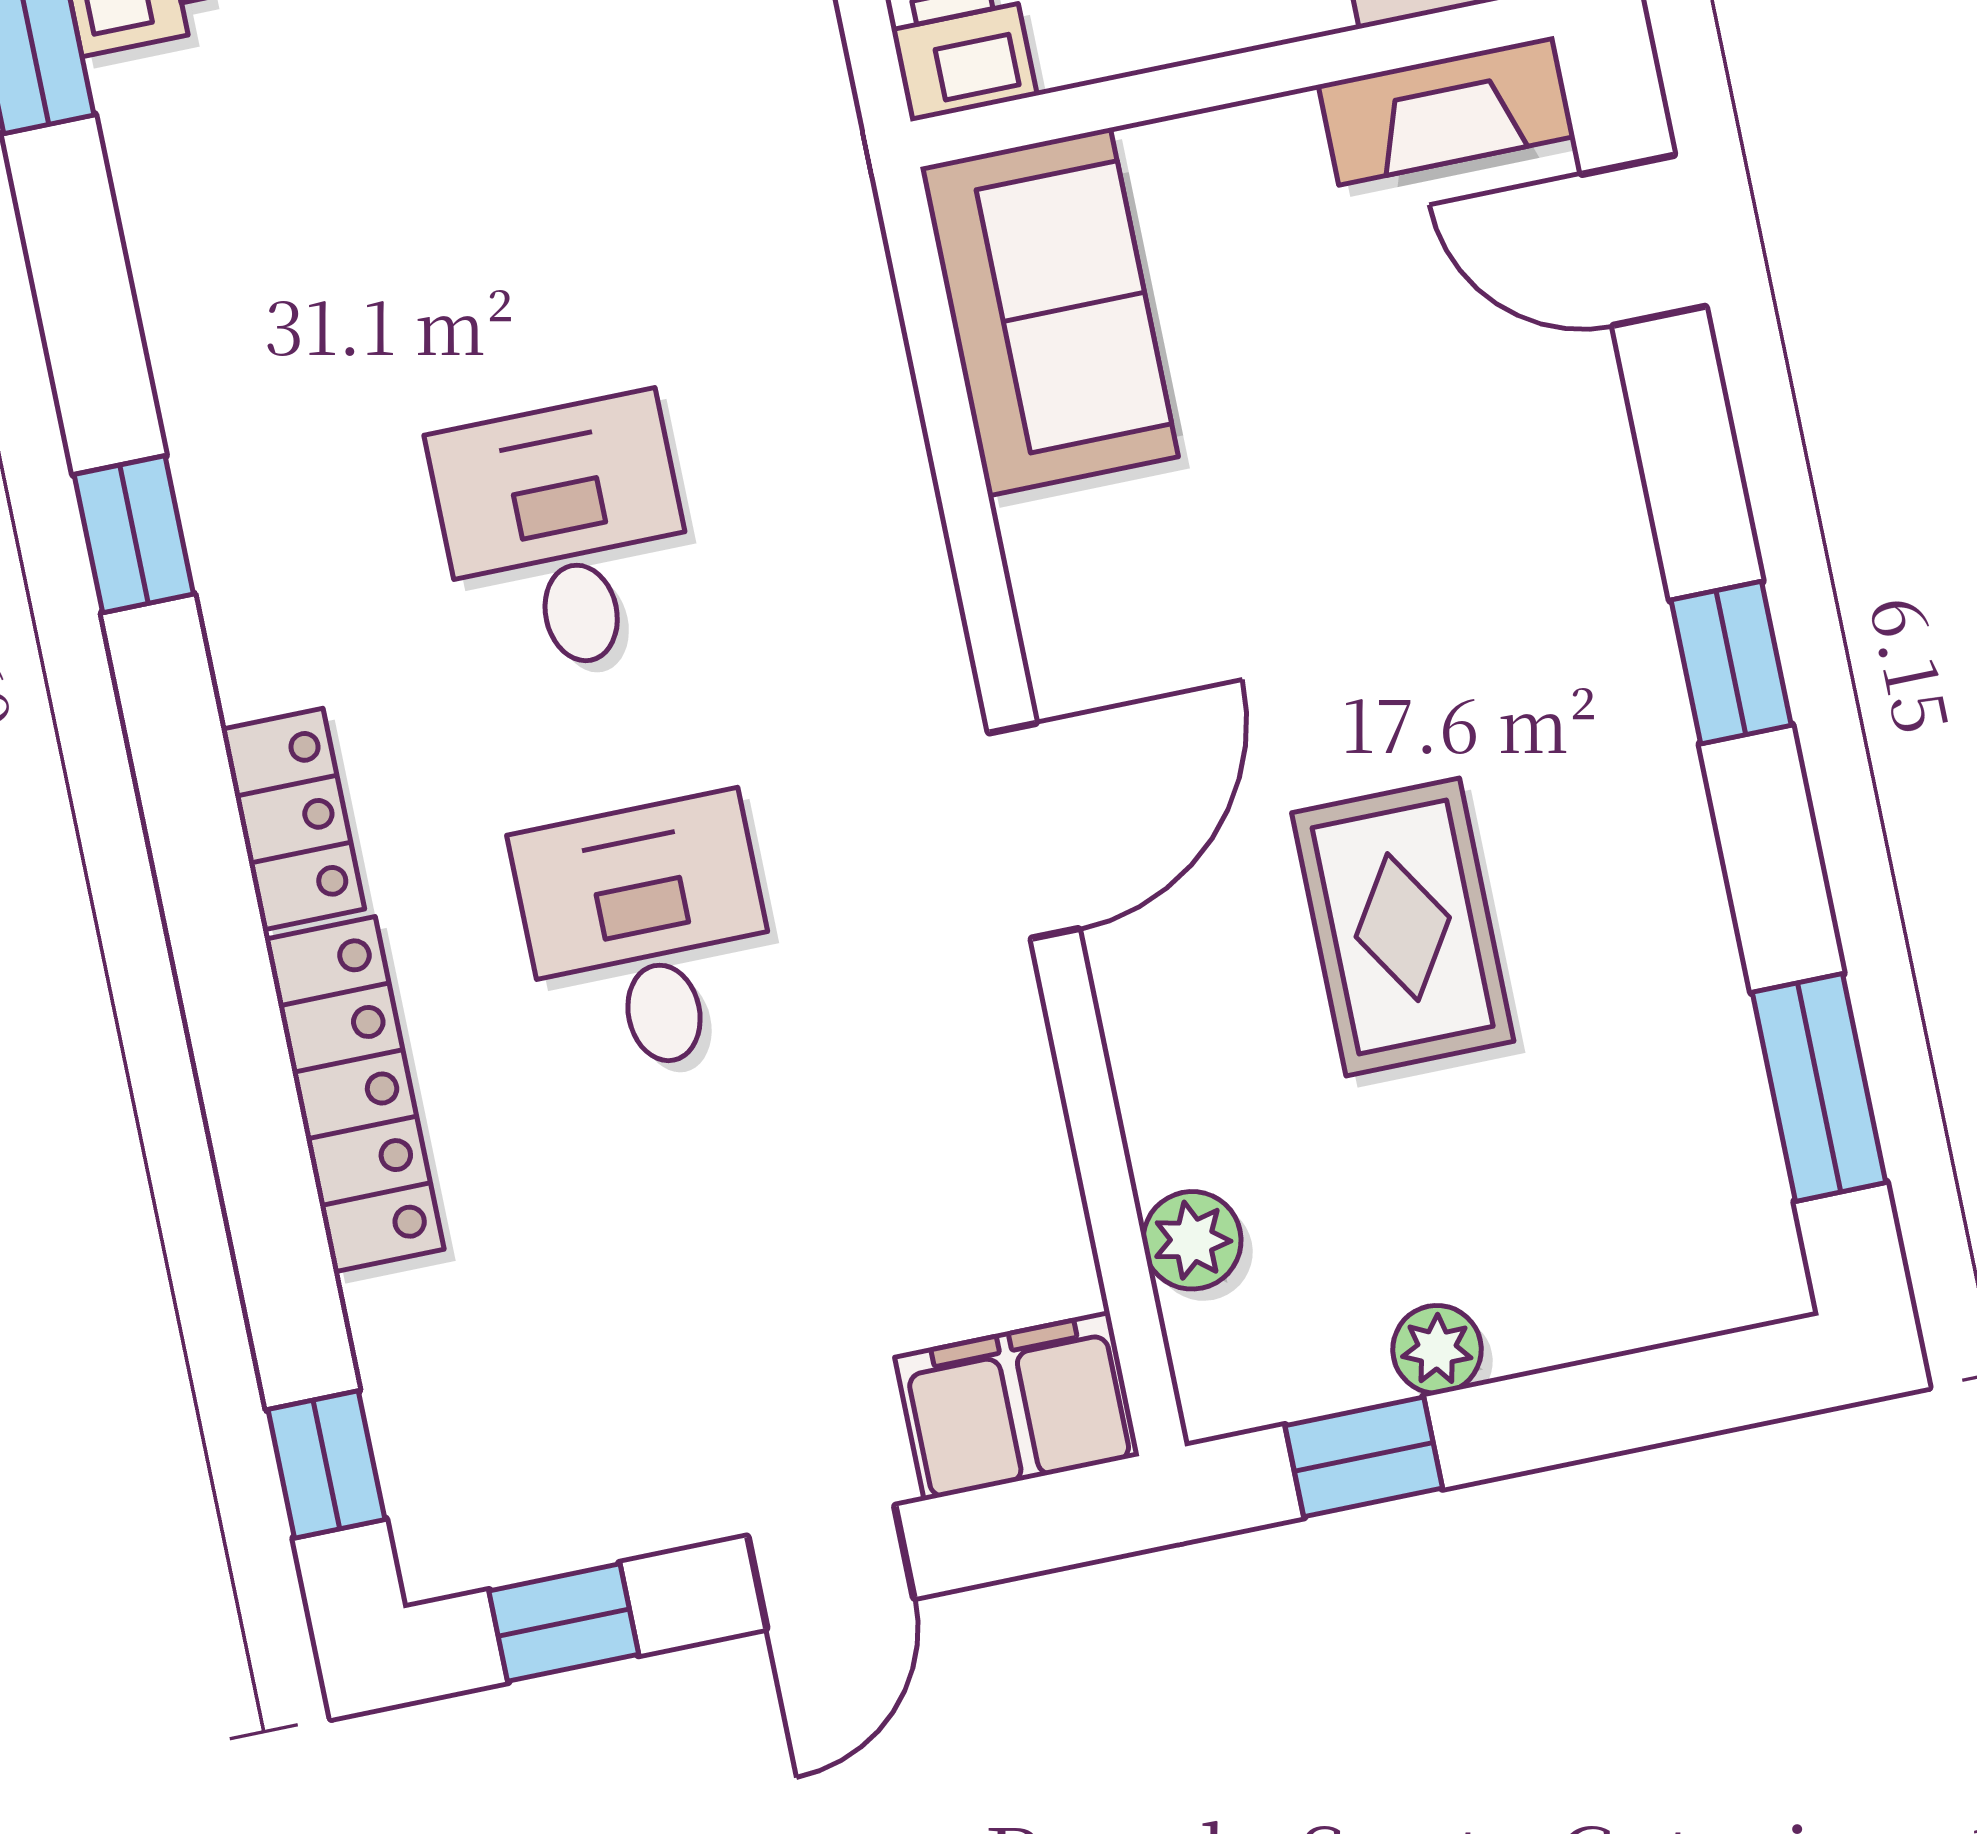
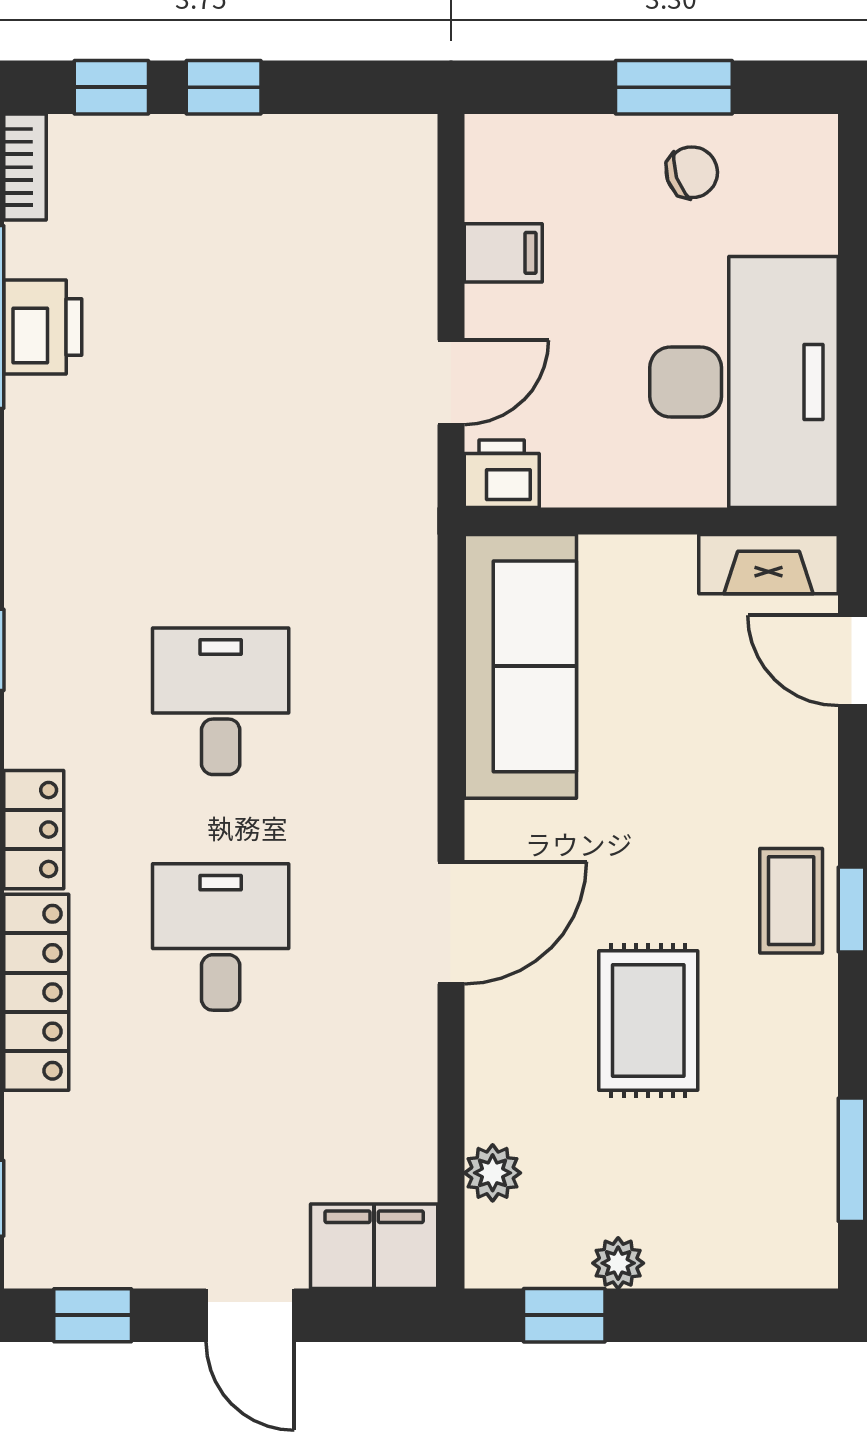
sofa: (1049, 312) -> (520, 666), width x1.36
coffee table: (1603, 674) -> (791, 901), added
door: (831, 1567) -> (250, 1315), hinge flipped

